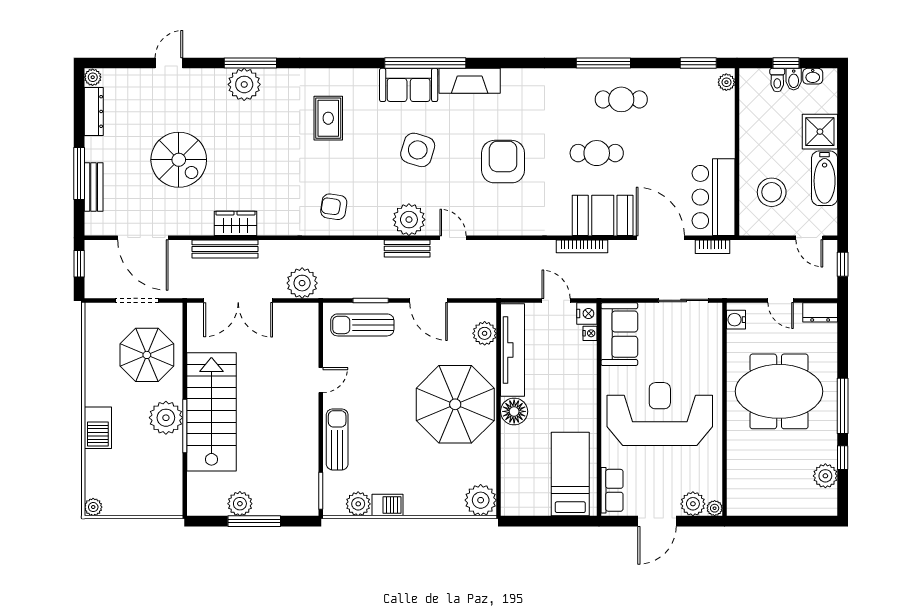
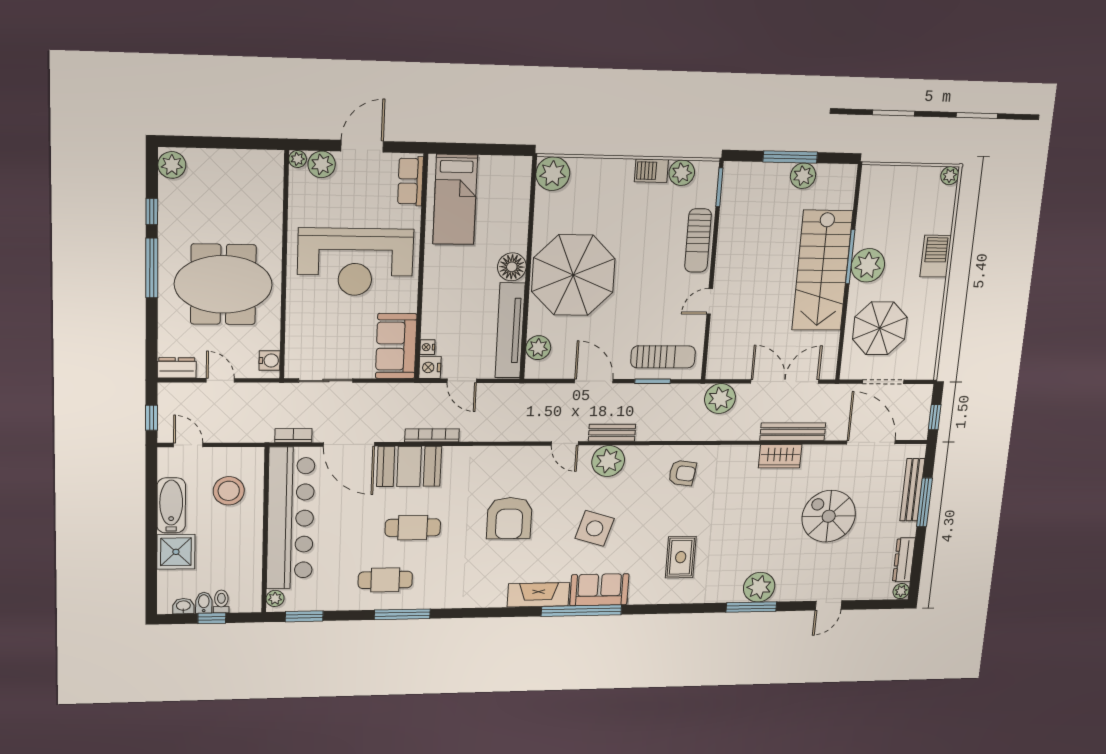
bench: (94, 187) -> (912, 490), width x1.36
bar counter: (714, 197) -> (290, 518), width x1.86
plant: (825, 476) -> (172, 165), moved

